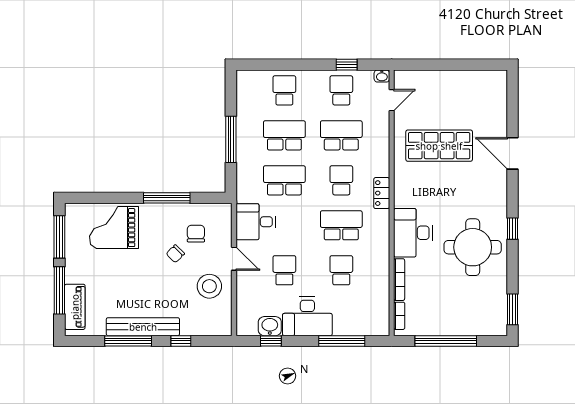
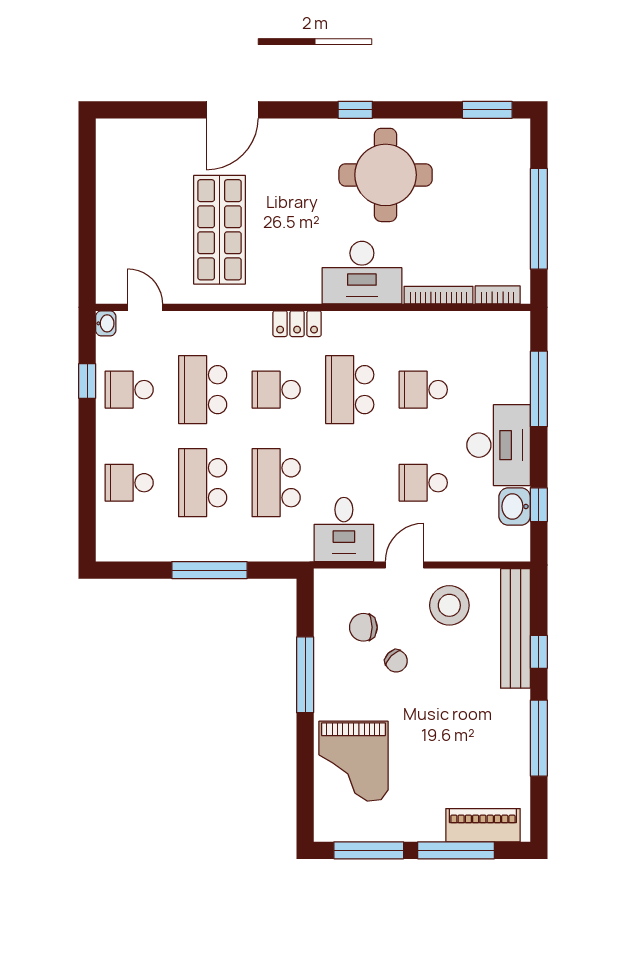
bench: (143, 327) -> (515, 628), moved

